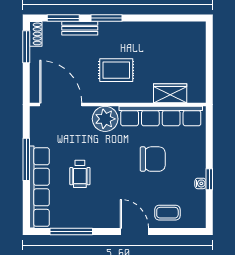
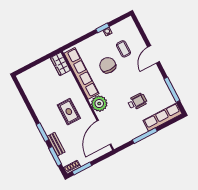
wardrobe: (170, 93) -> (60, 64), moved
row of seats: (39, 187) -> (163, 117), width x0.73
coffee table: (167, 213) -> (123, 49), moved

